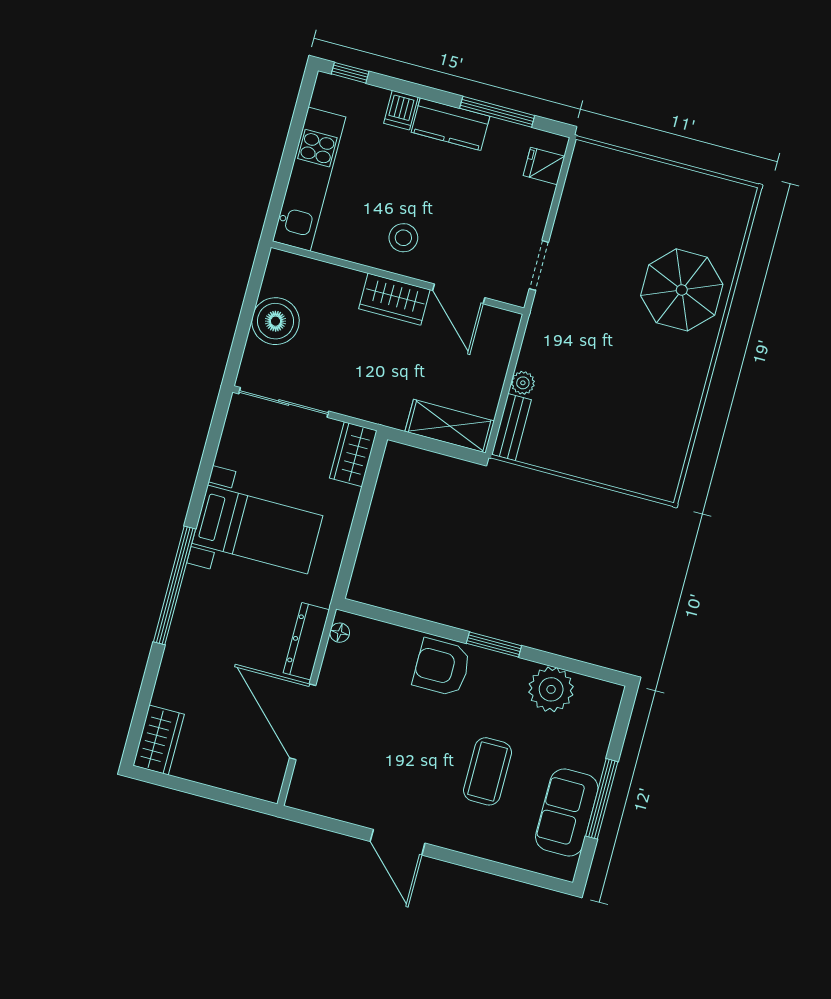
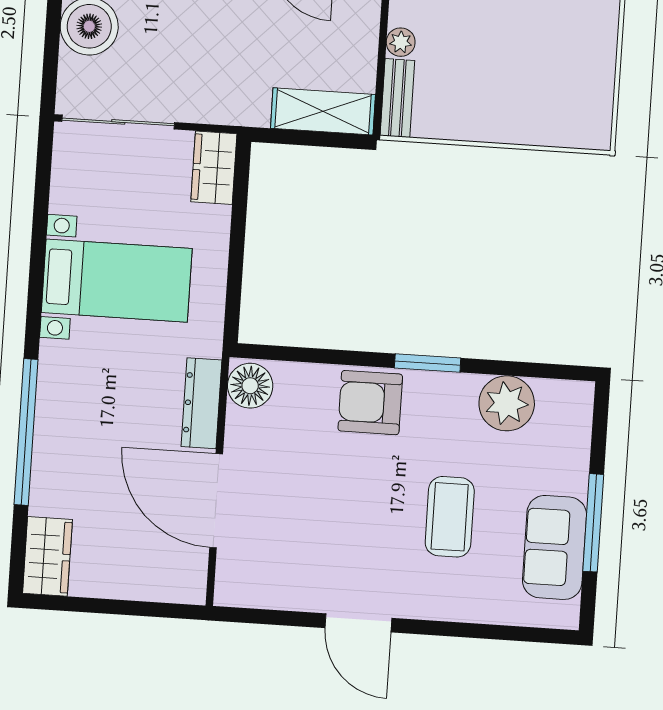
window: (175, 585) -> (26, 432), moved
floor lamp: (340, 633) -> (250, 386), width x1.89, depth x1.89

